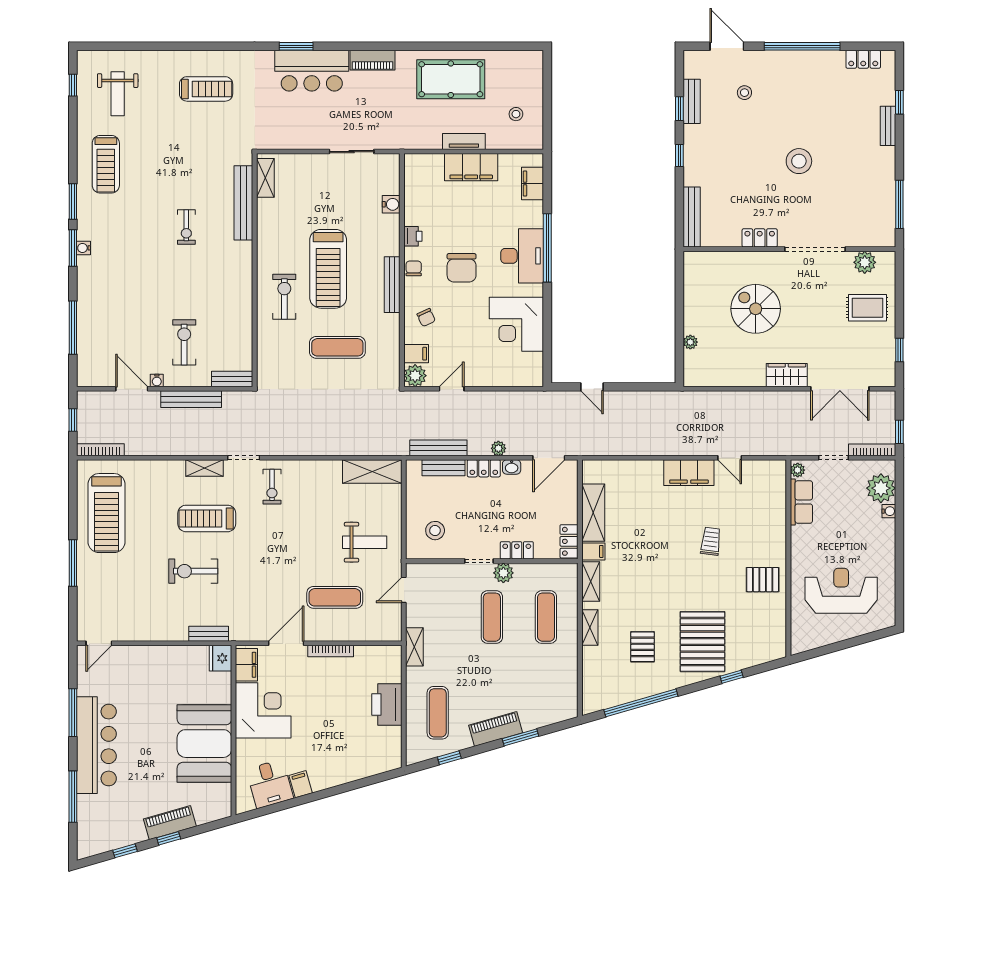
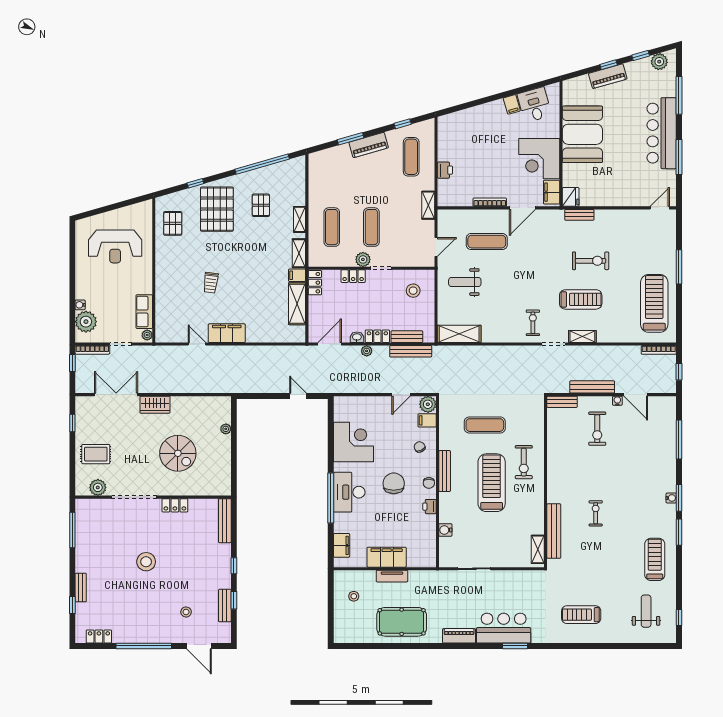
pallet: (763, 580) -> (173, 223), moved, turned 90
printer: (387, 704) -> (445, 170), width x0.53, depth x0.68
plant: (100, 843) -> (659, 62), added

